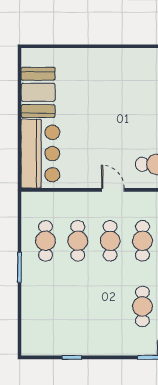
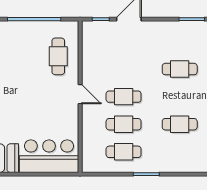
door: (113, 190) -> (80, 94), swing flipped
cafe table: (142, 241) -> (180, 124), moved

